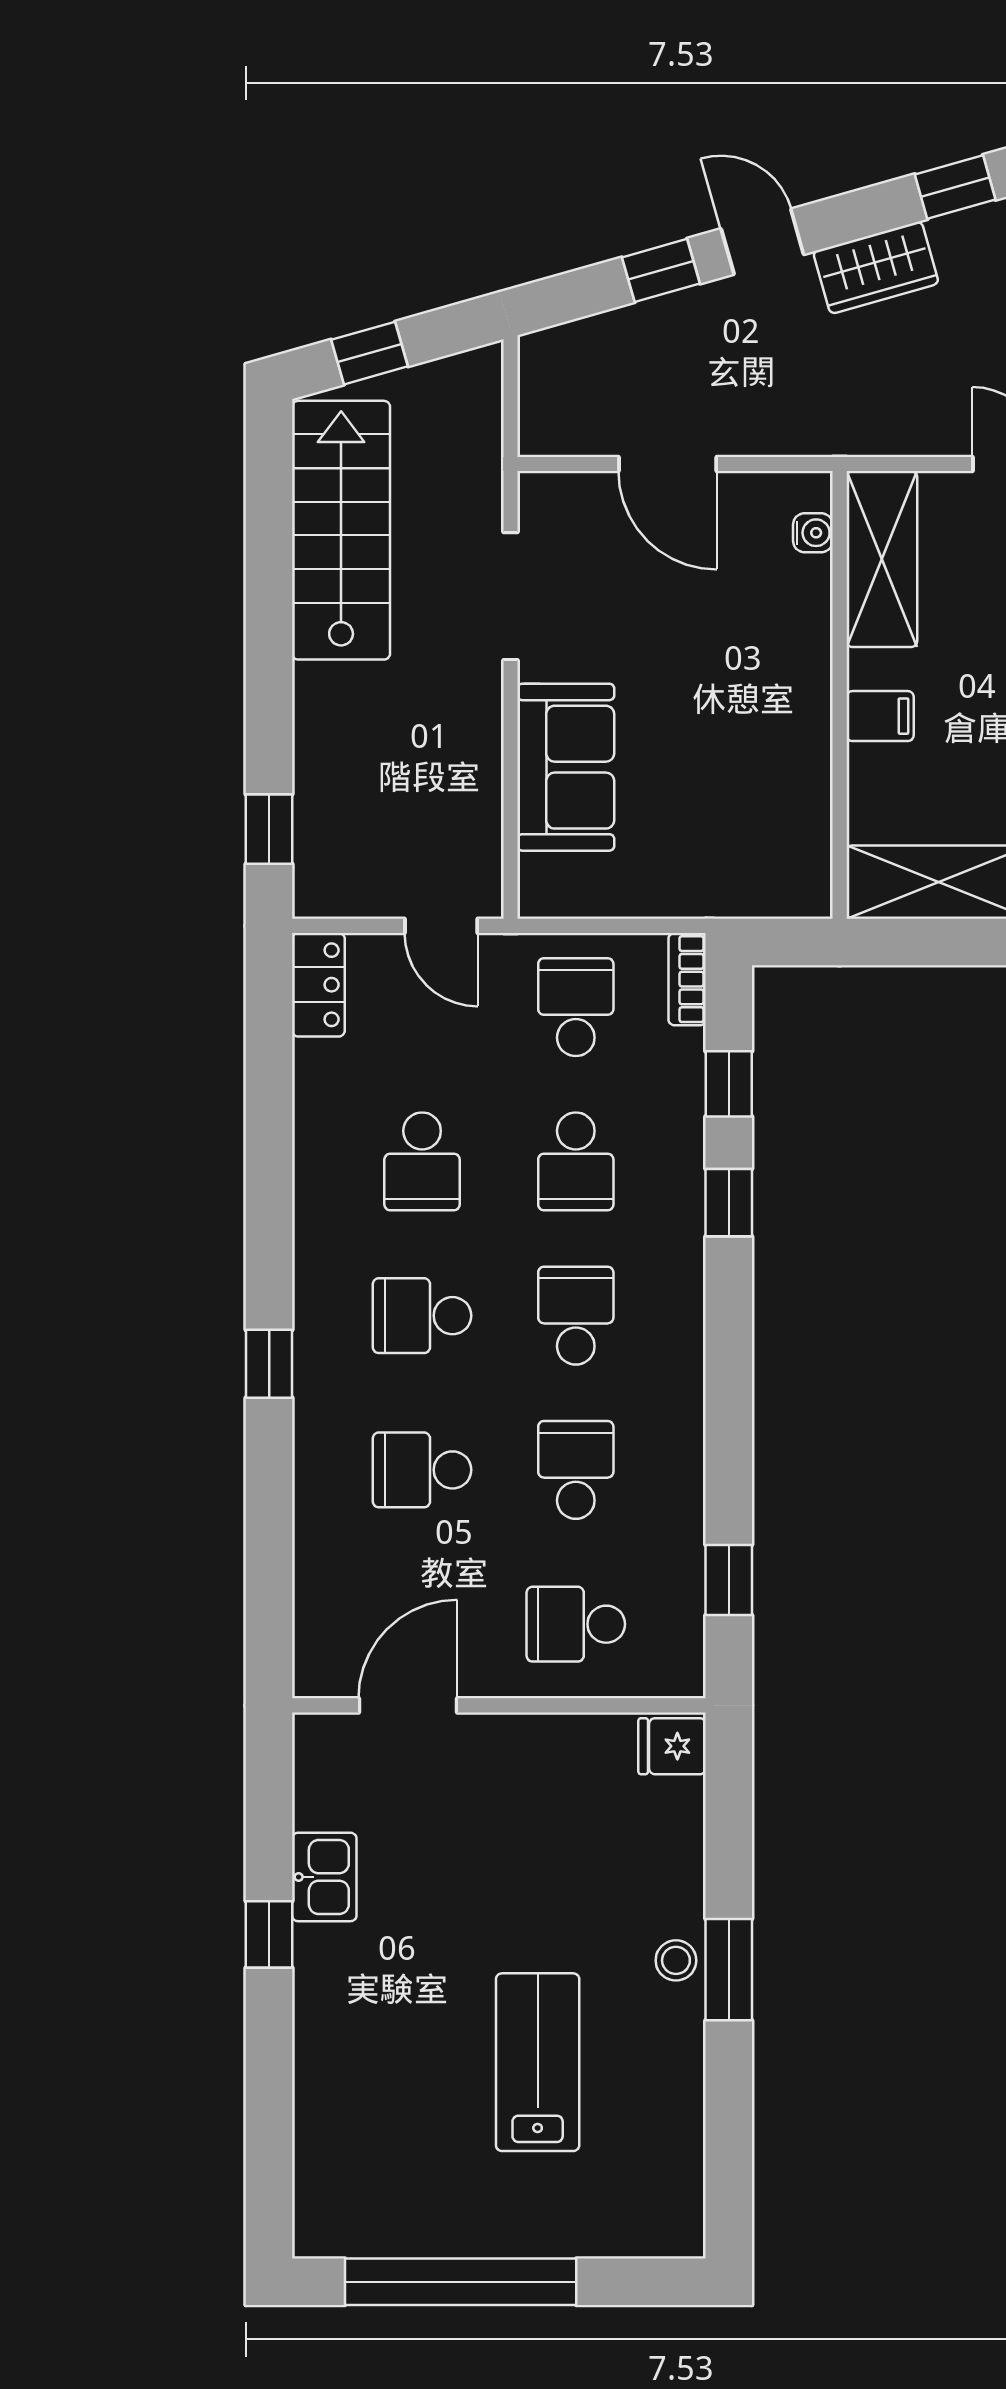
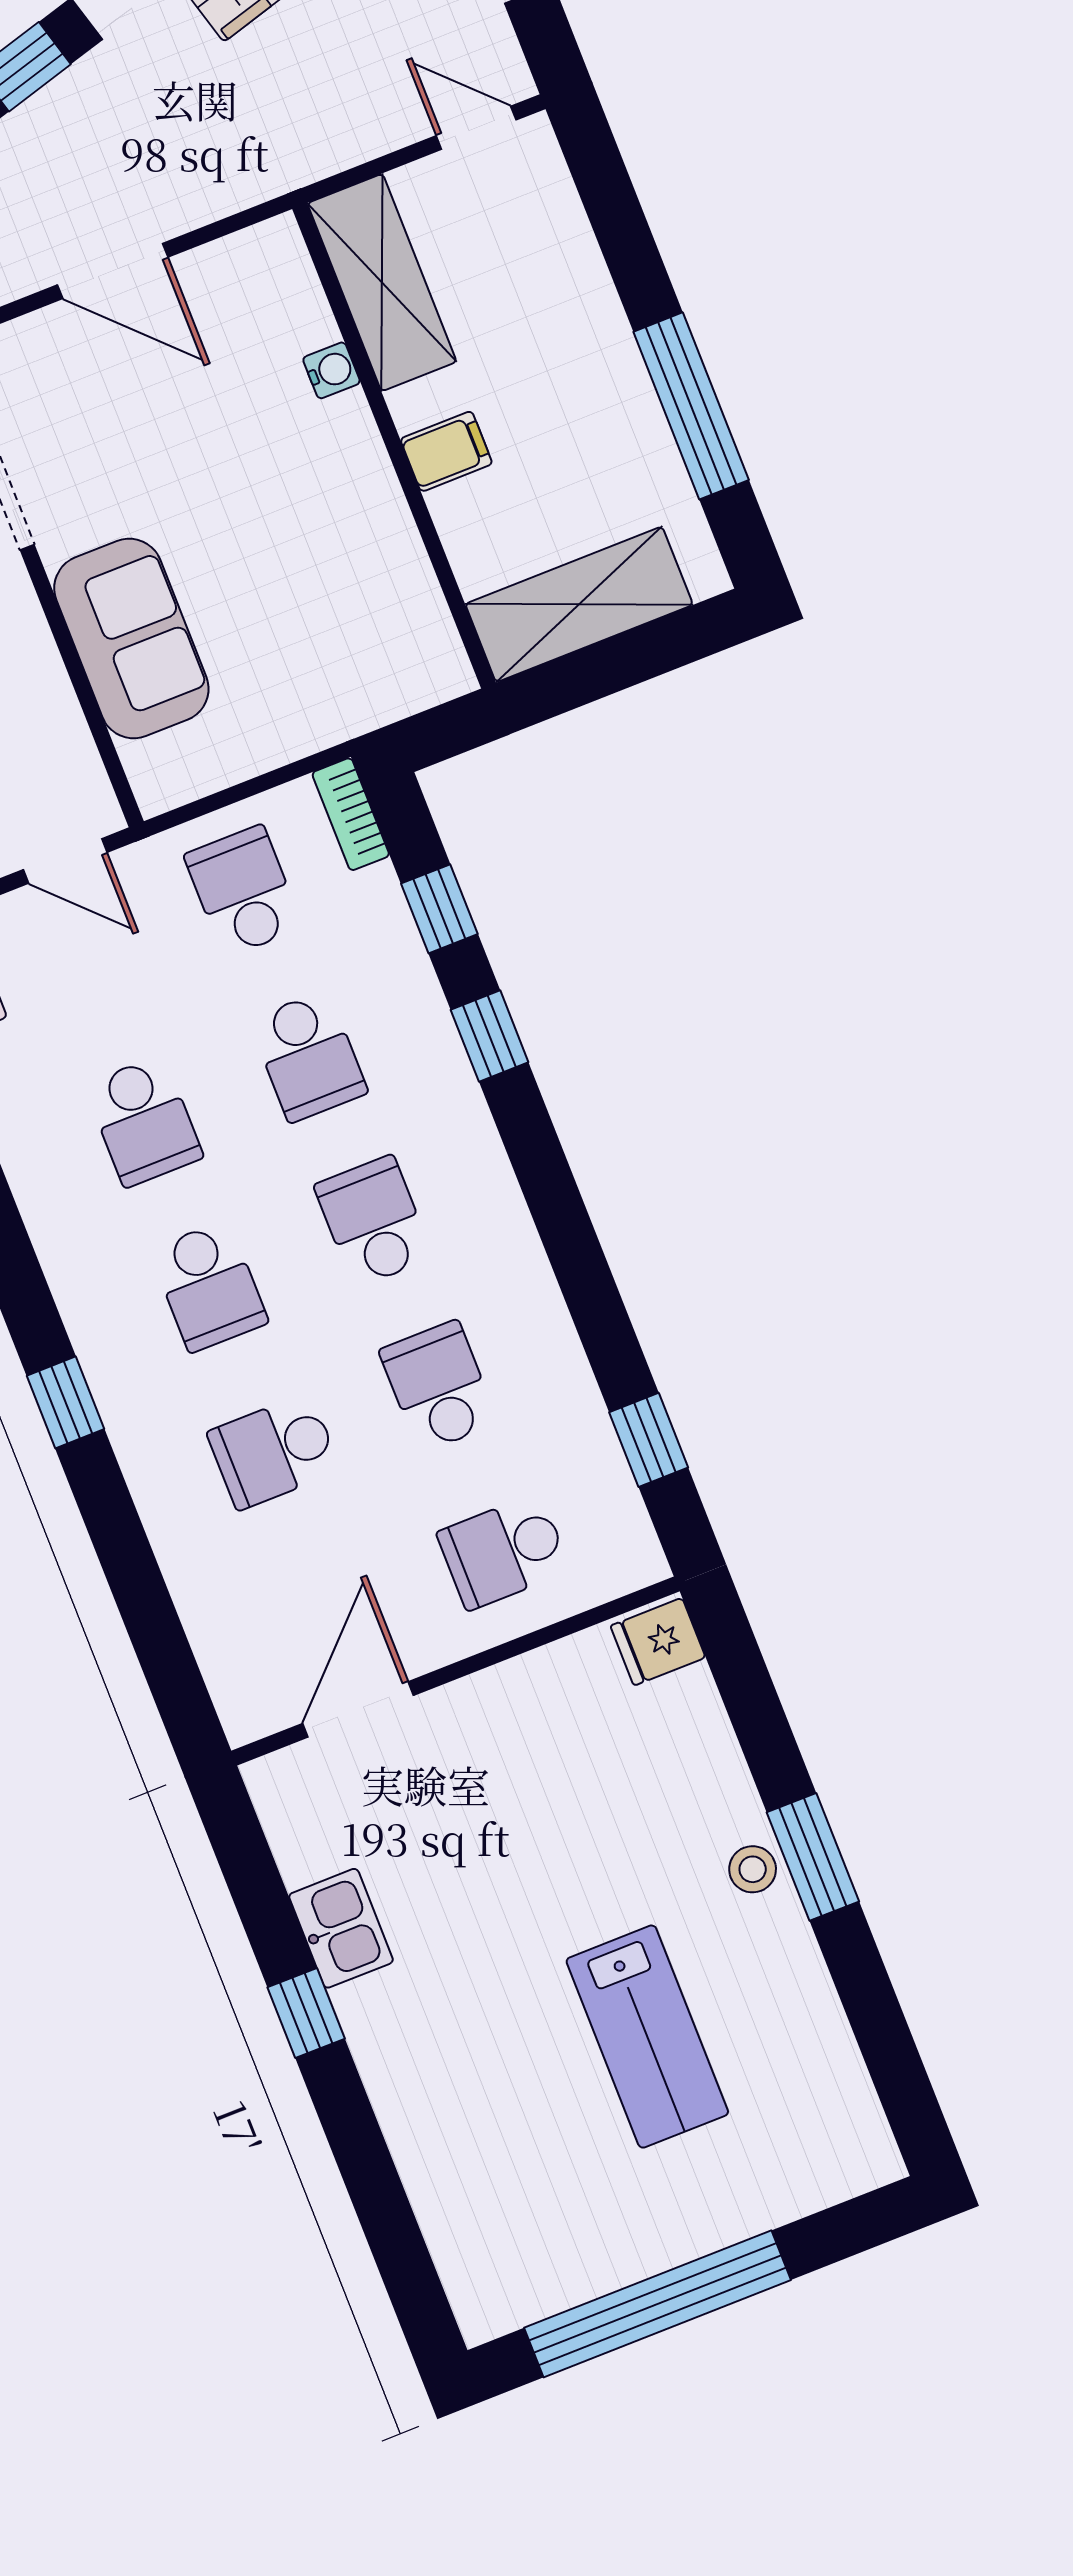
water cooler: (813, 533) -> (331, 370), moved
school desk: (422, 1316) -> (209, 1286), turned -90
lab bench: (538, 2062) -> (647, 2037), turned 180

